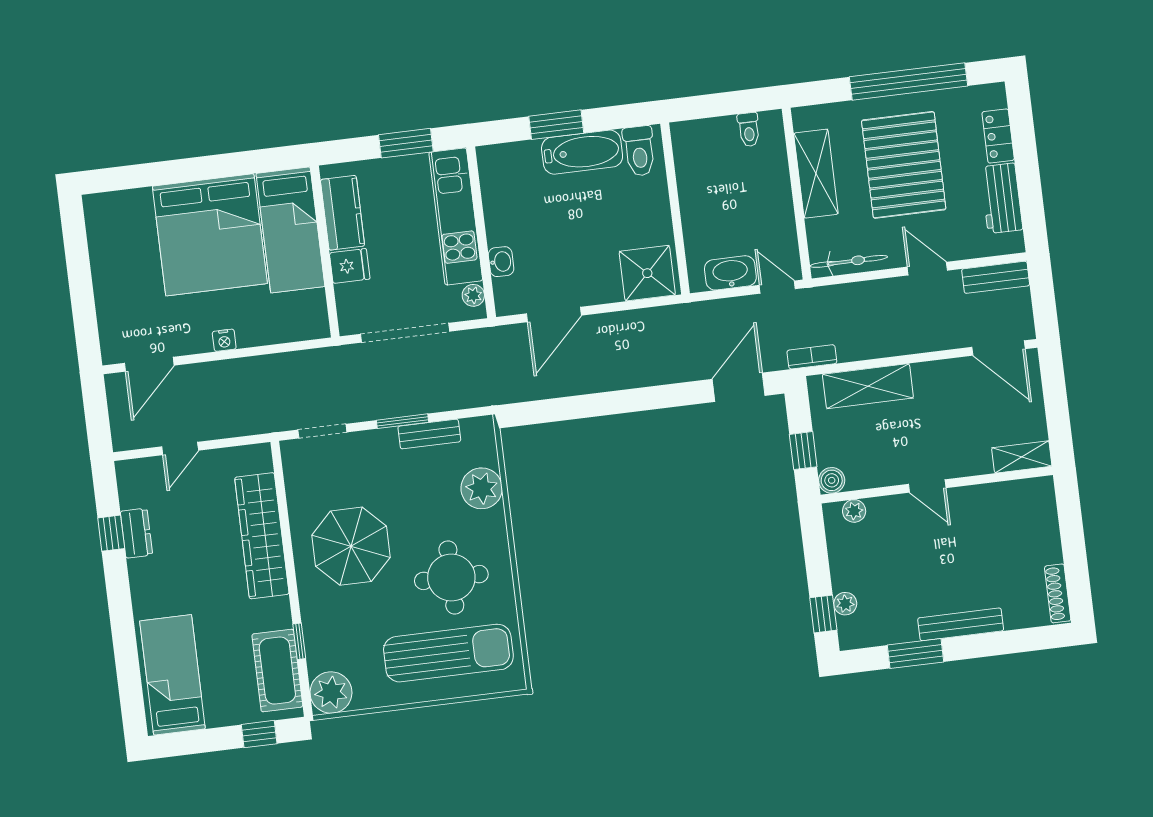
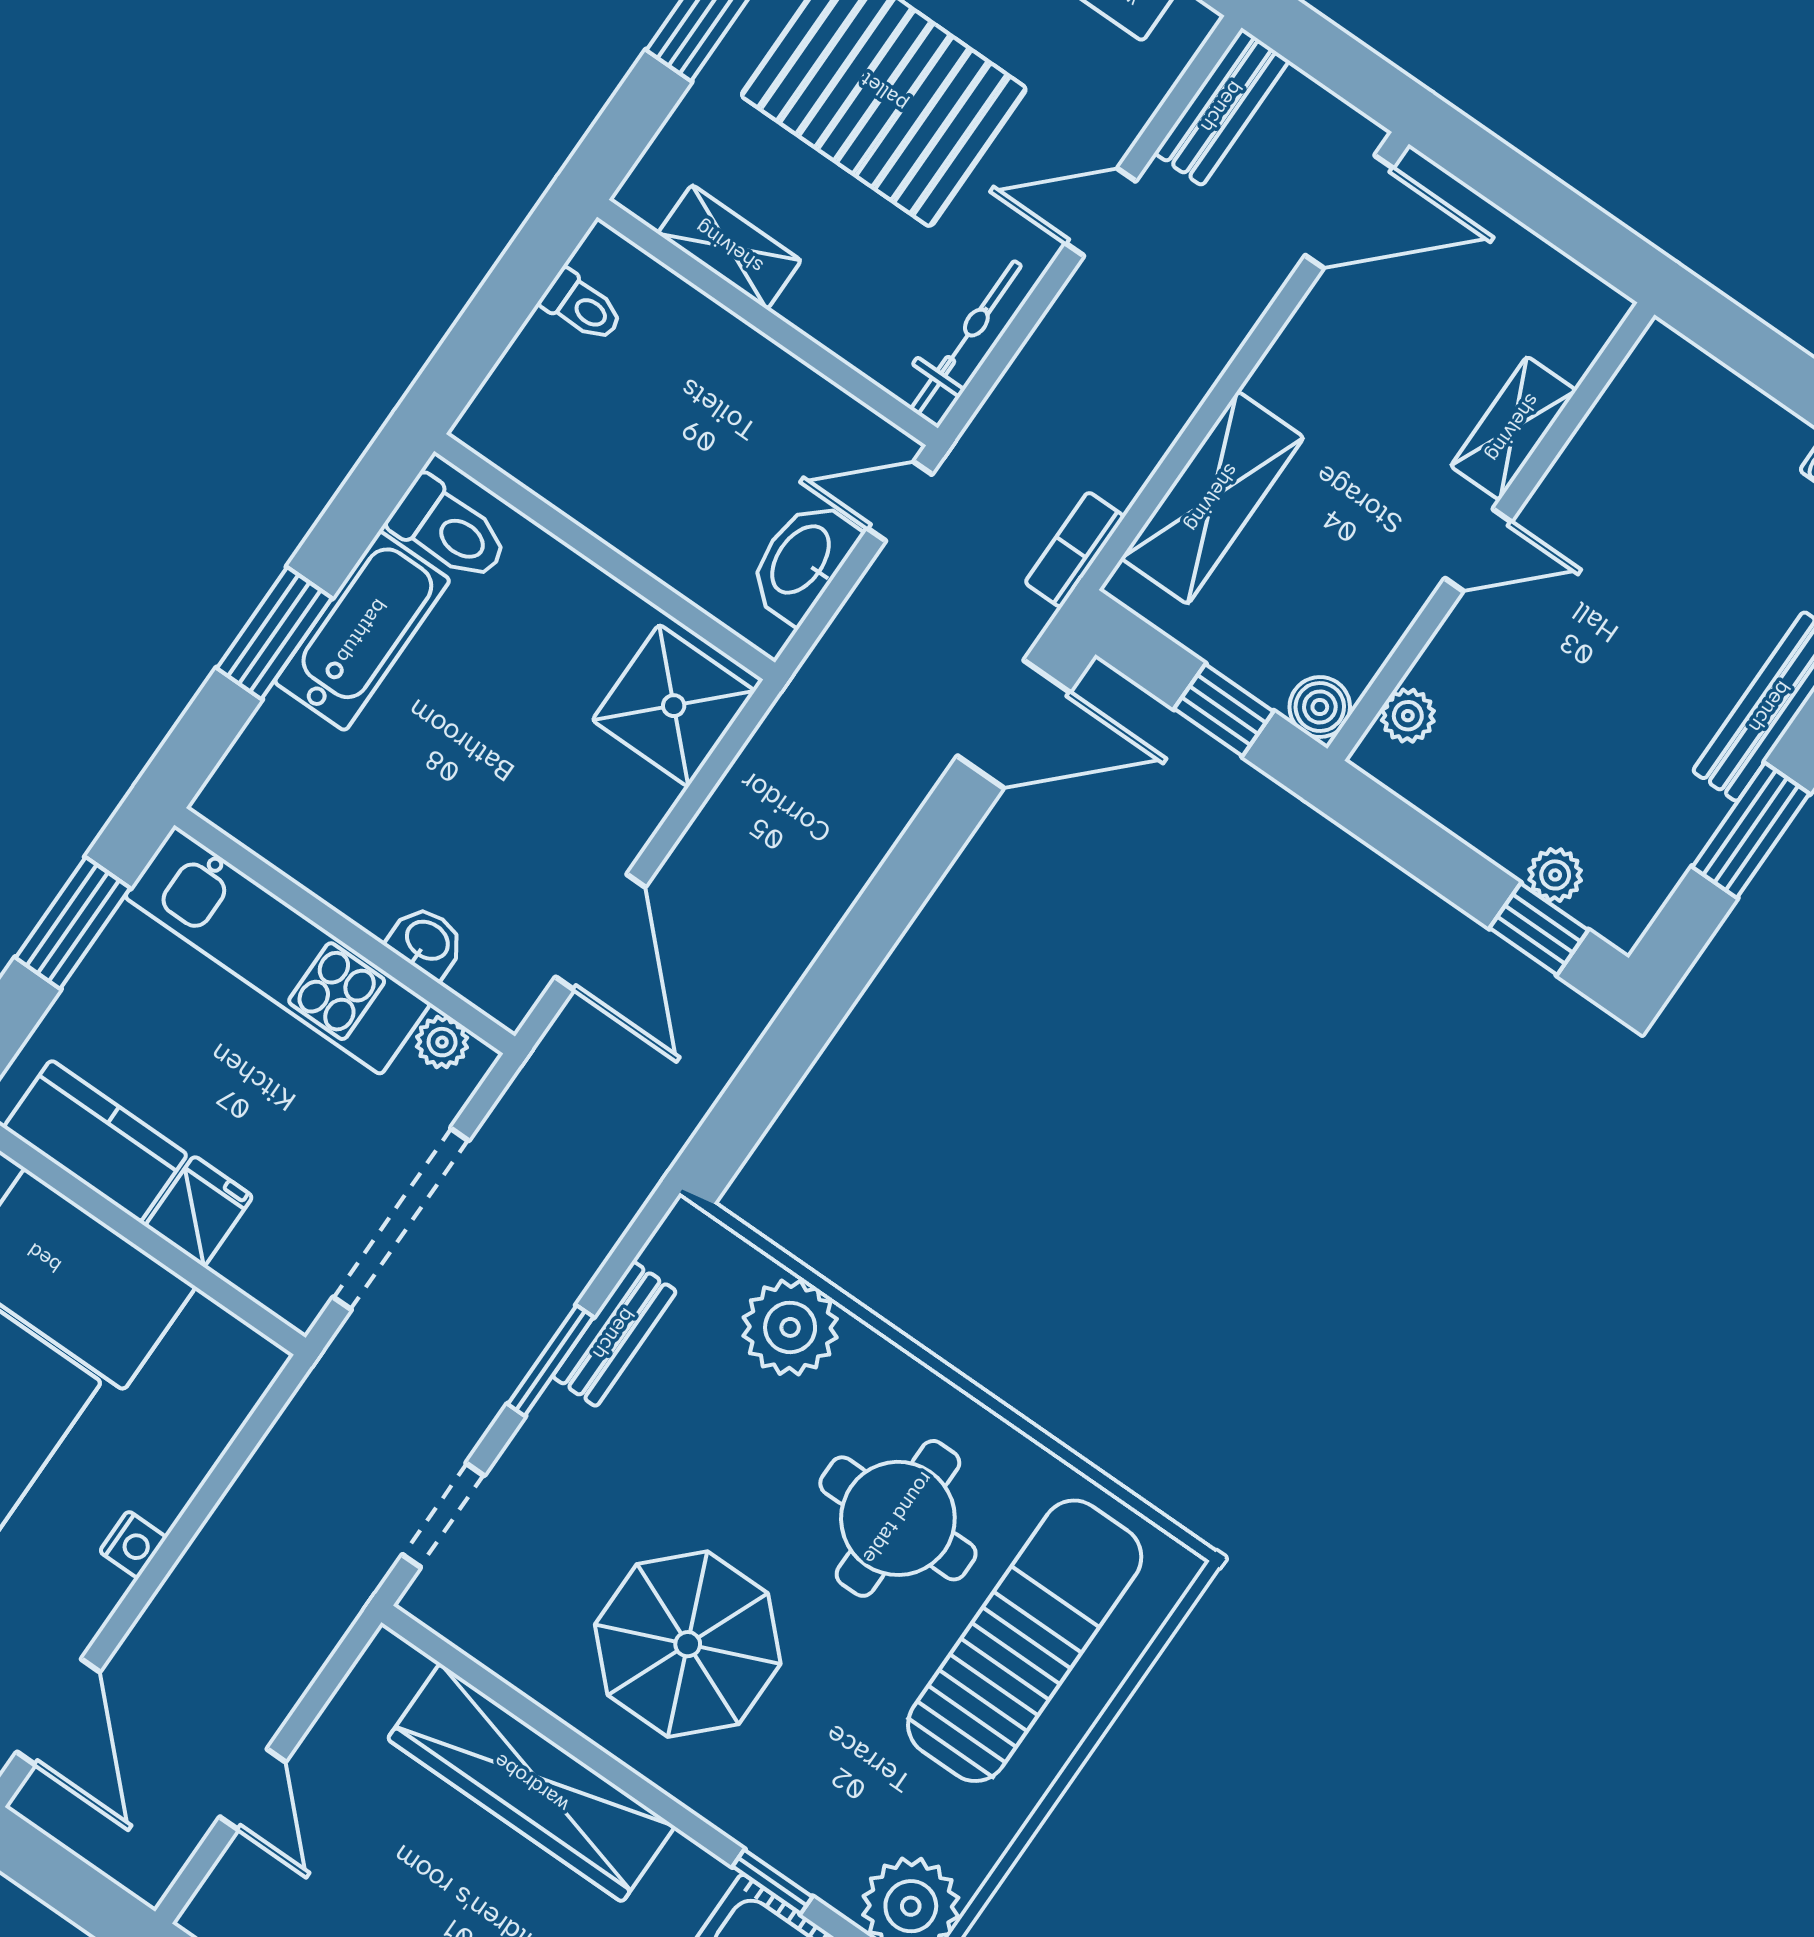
shelving: (816, 174) -> (729, 247), width x0.67, depth x0.75
door: (739, 387) -> (1014, 724), swing flipped
shelving: (1022, 457) -> (1513, 428), moved

